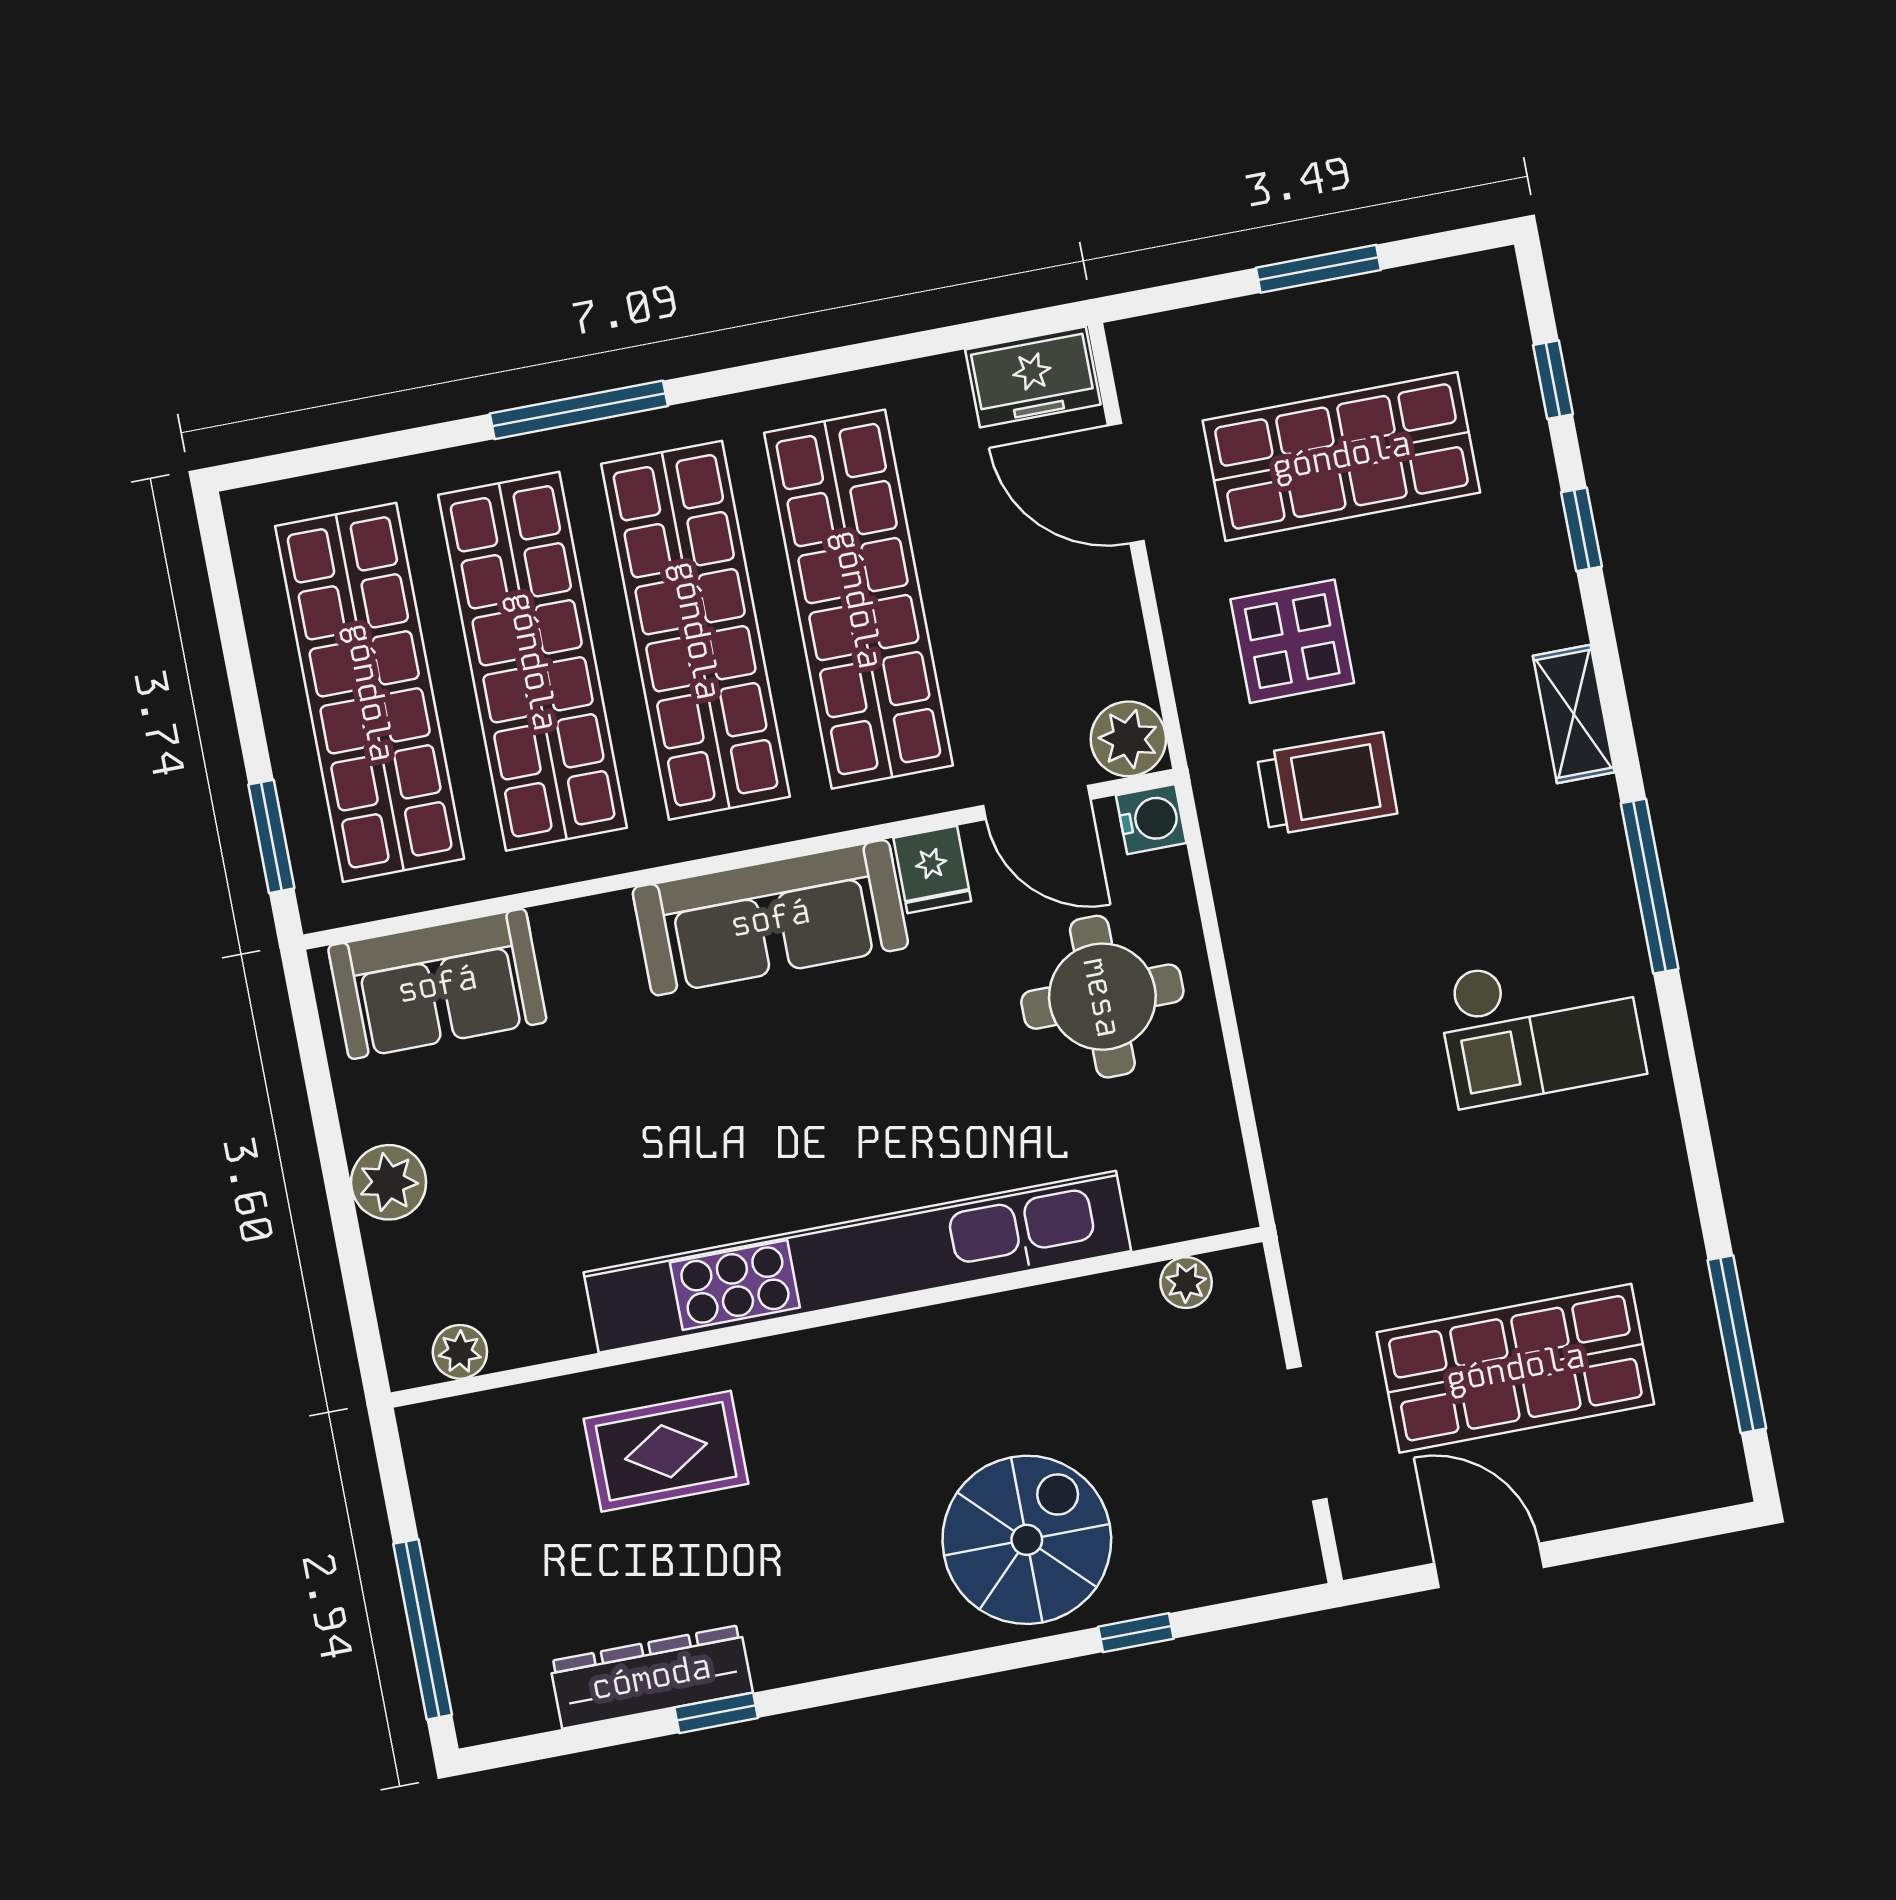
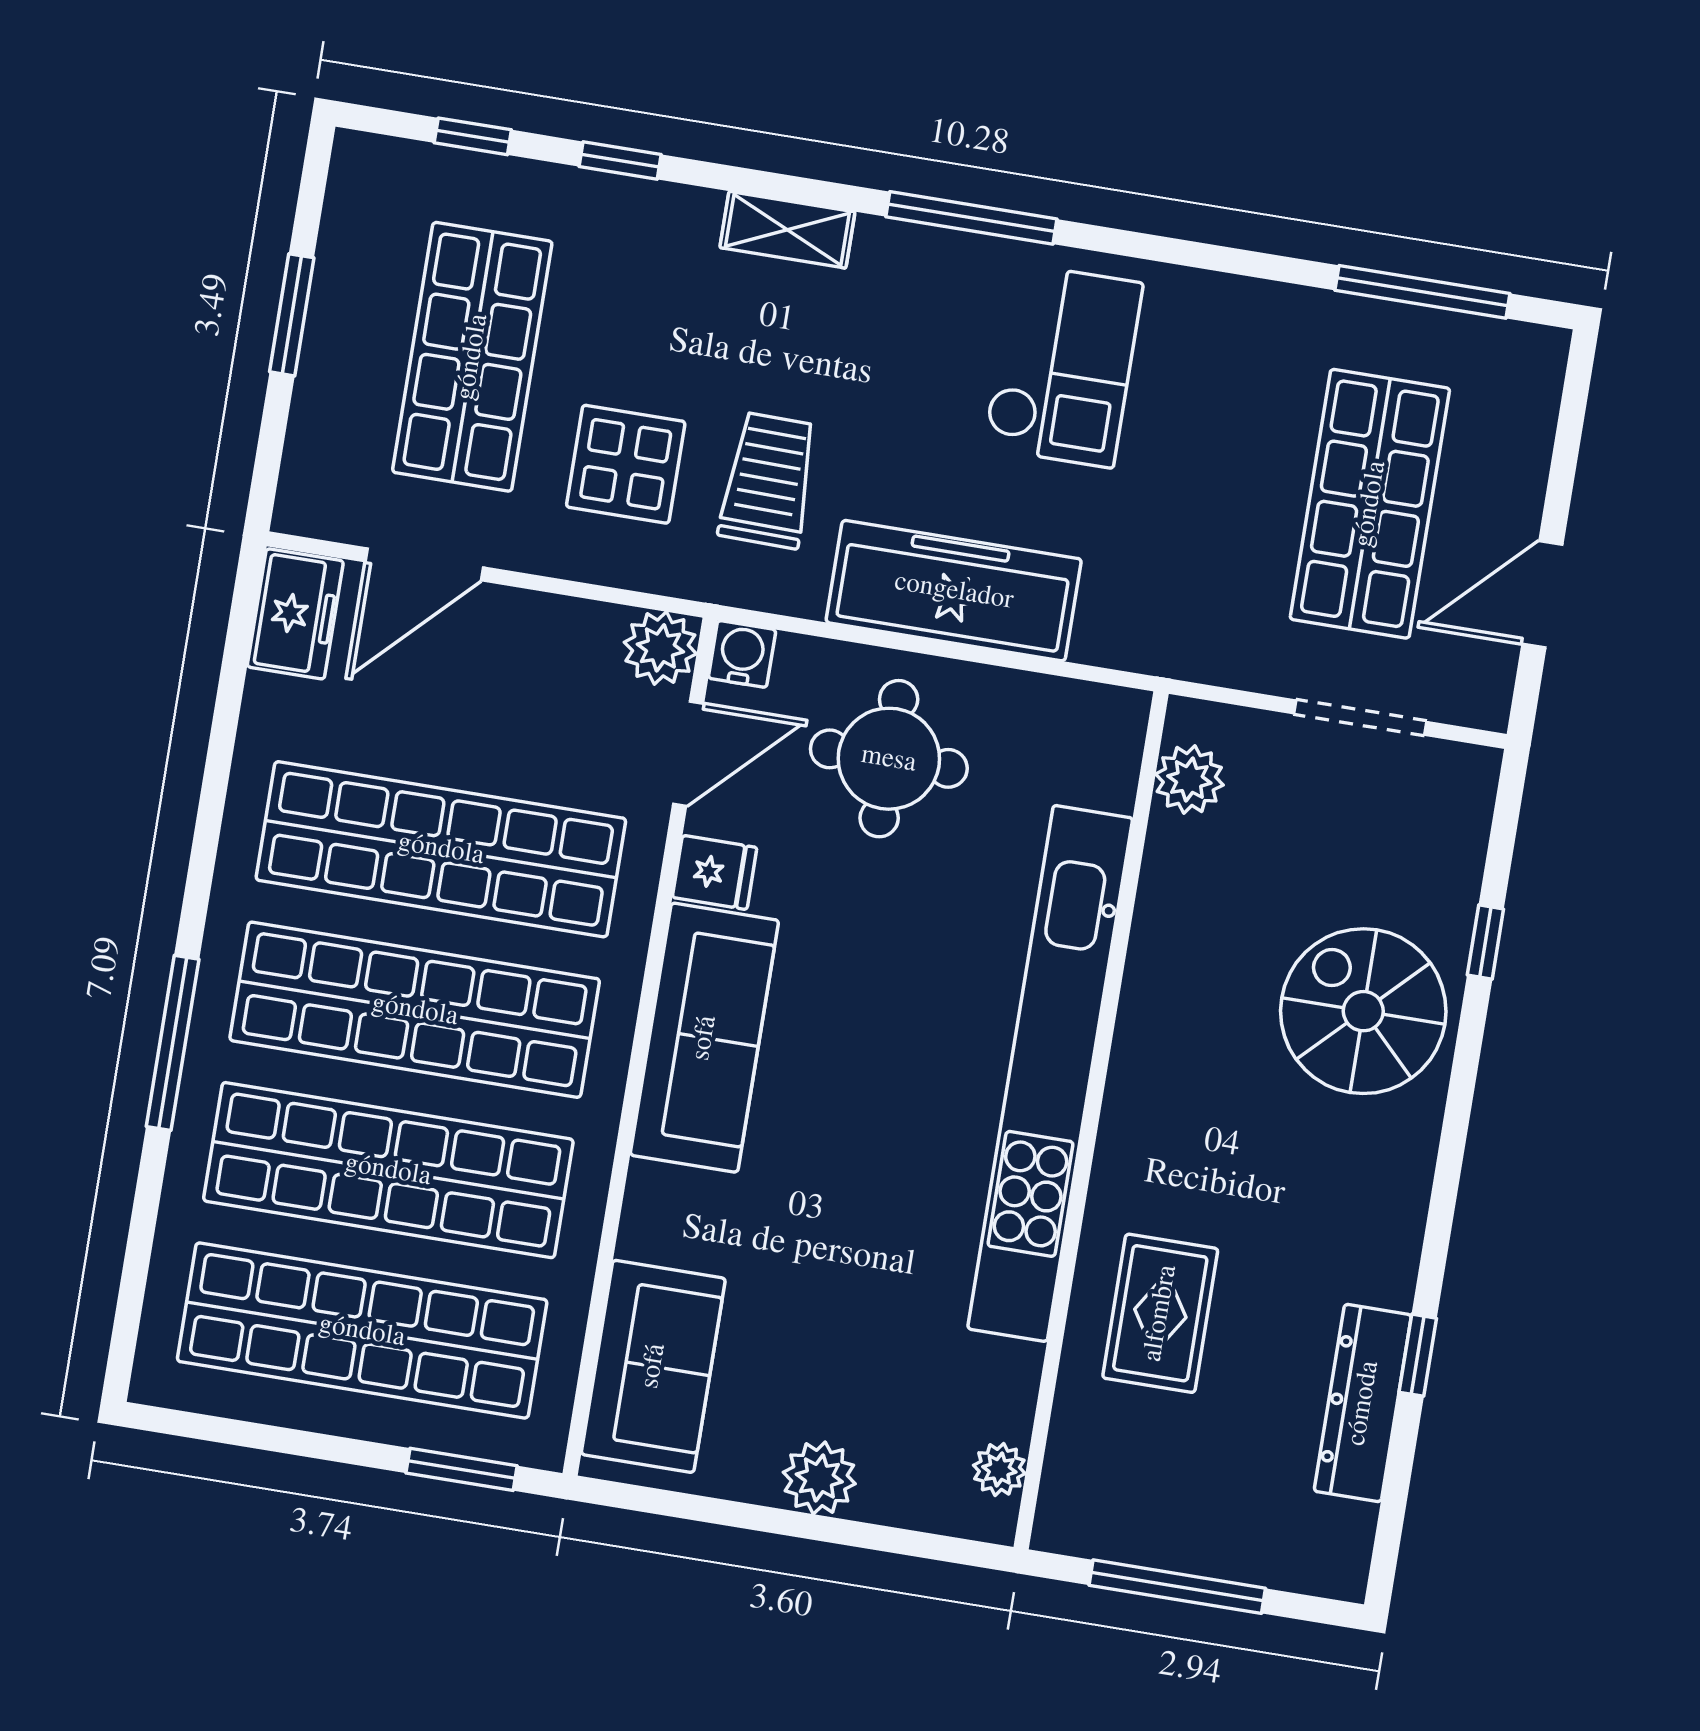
freezer: (1286, 1000) -> (954, 591), added
plant: (1186, 1283) -> (1189, 779), width x1.38, depth x1.38
window: (423, 1629) -> (1177, 1587), moved

